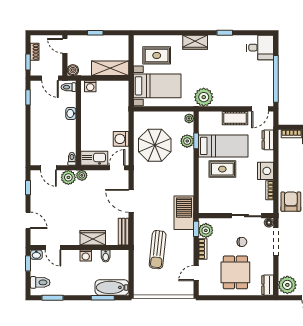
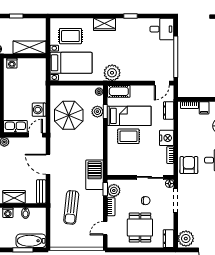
cot: (235, 118) -> (119, 91), moved

